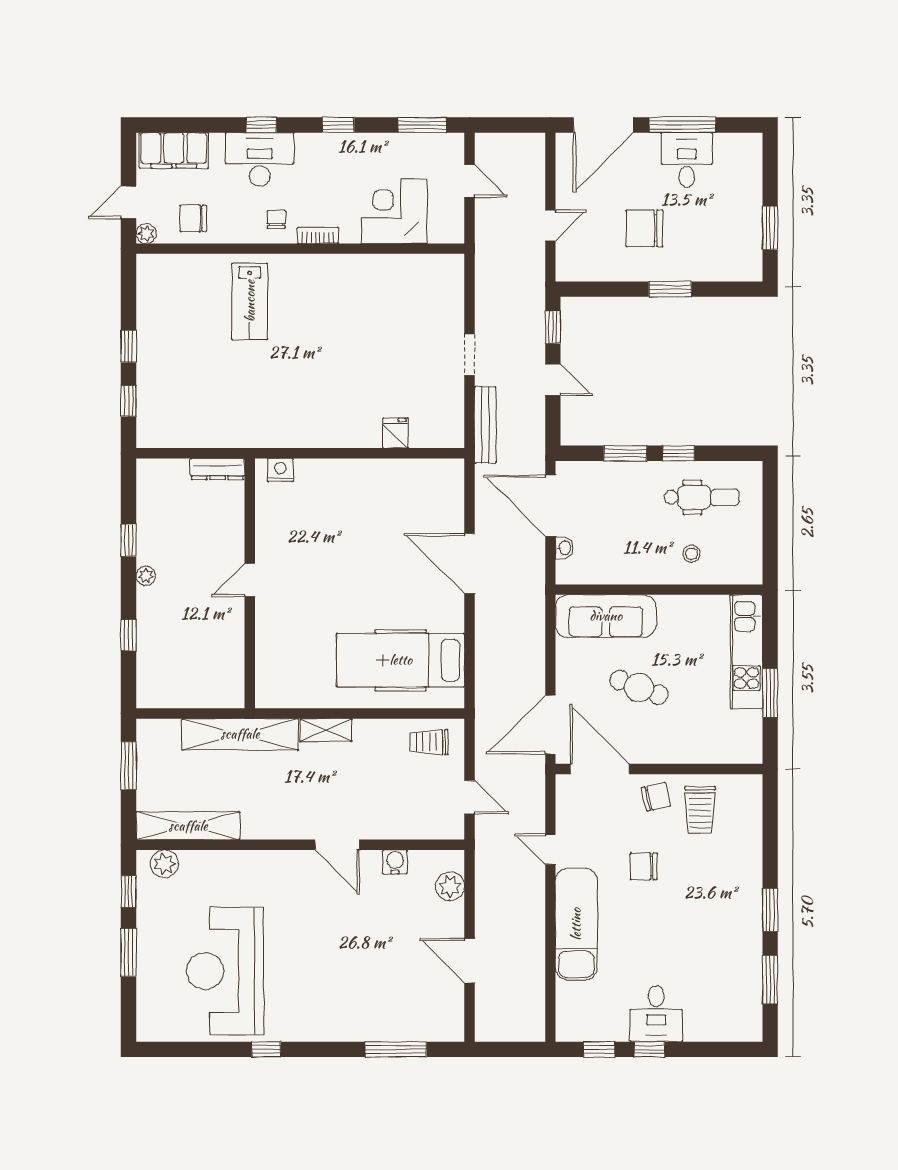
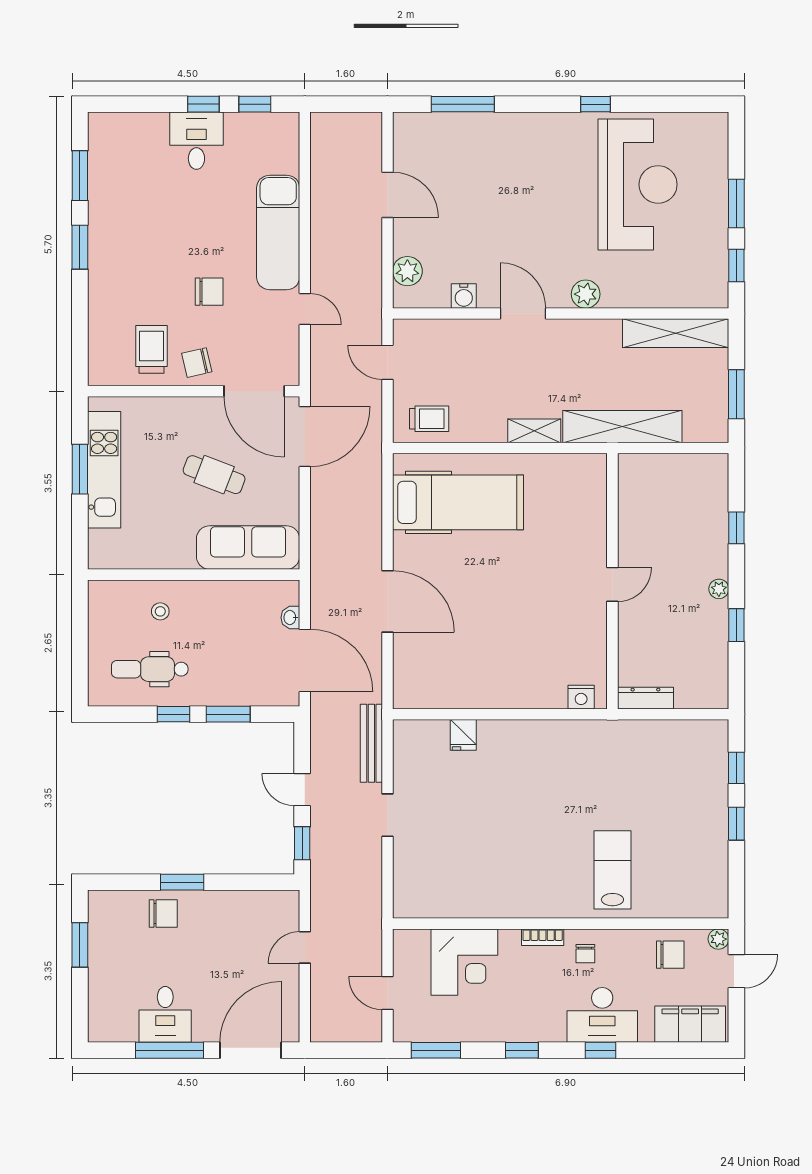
chair: (644, 228) -> (163, 913), moved, width x0.73, depth x0.73
kitchen unit: (746, 652) -> (104, 470), moved
plant: (165, 864) -> (586, 294), moved

